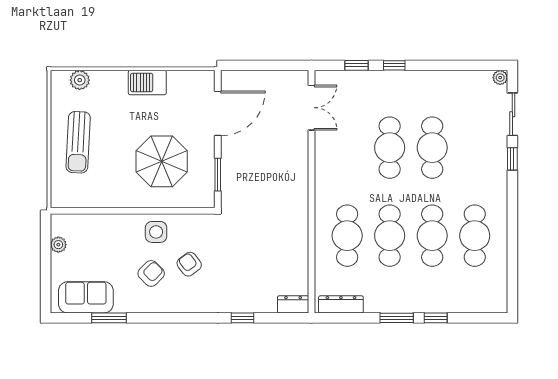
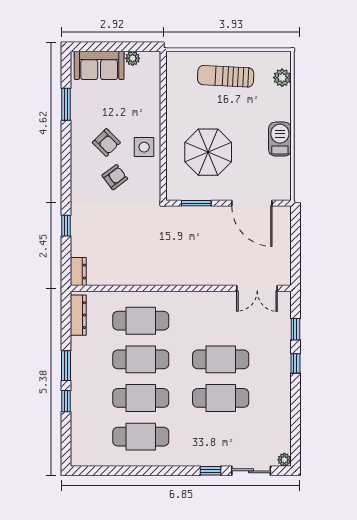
sofa: (86, 297) -> (99, 65), moved, turned 90

